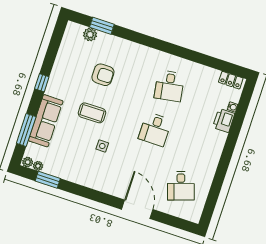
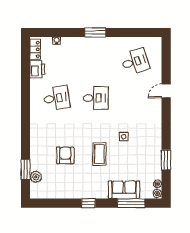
printer: (224, 120) -> (37, 69), moved, turned -90
sofa: (46, 121) -> (124, 190), width x0.73
window: (227, 153) -> (95, 32), added
window: (48, 180) -> (166, 160), moved
door: (137, 209) -> (166, 91), width x0.53

